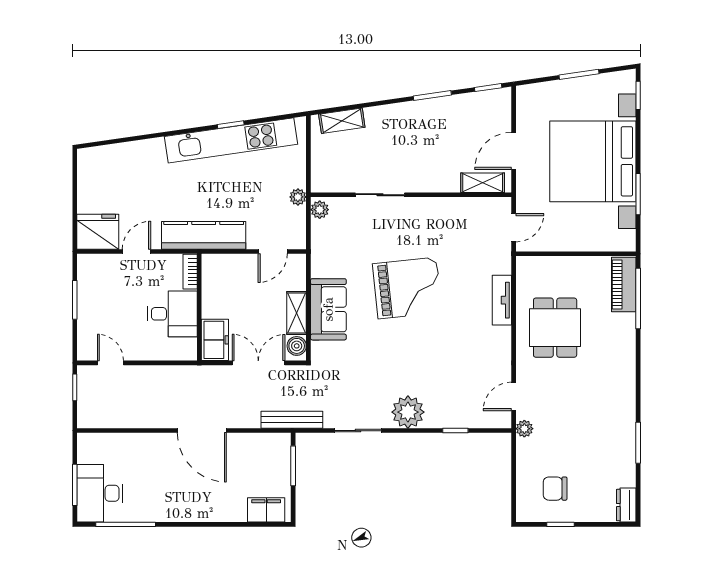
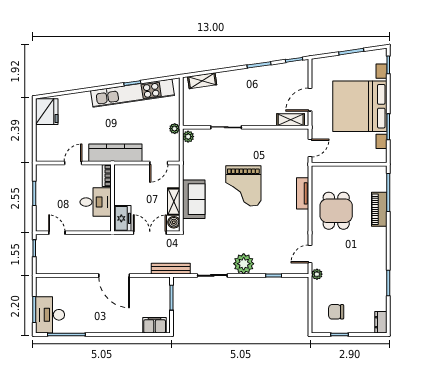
fridge: (98, 232) -> (47, 112), moved, turned 90
piano: (624, 285) -> (379, 209), moved
grand piano: (407, 288) -> (243, 186), turned 96

